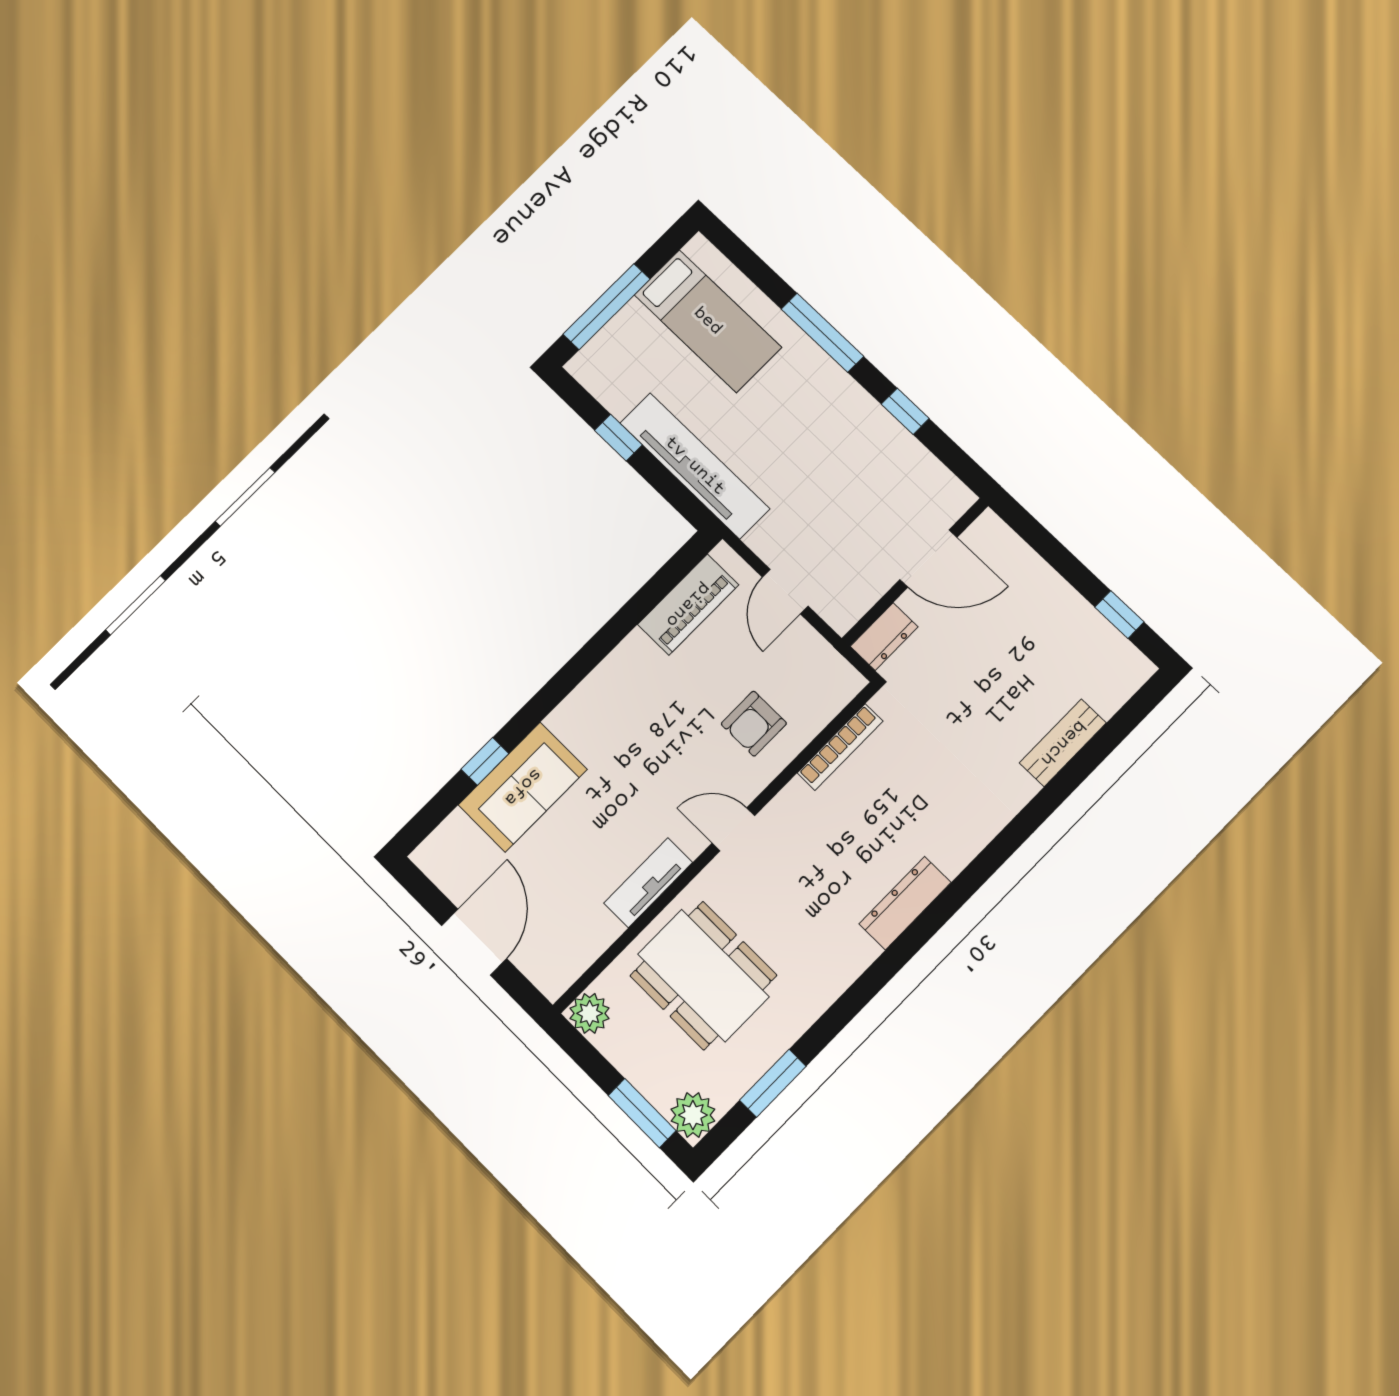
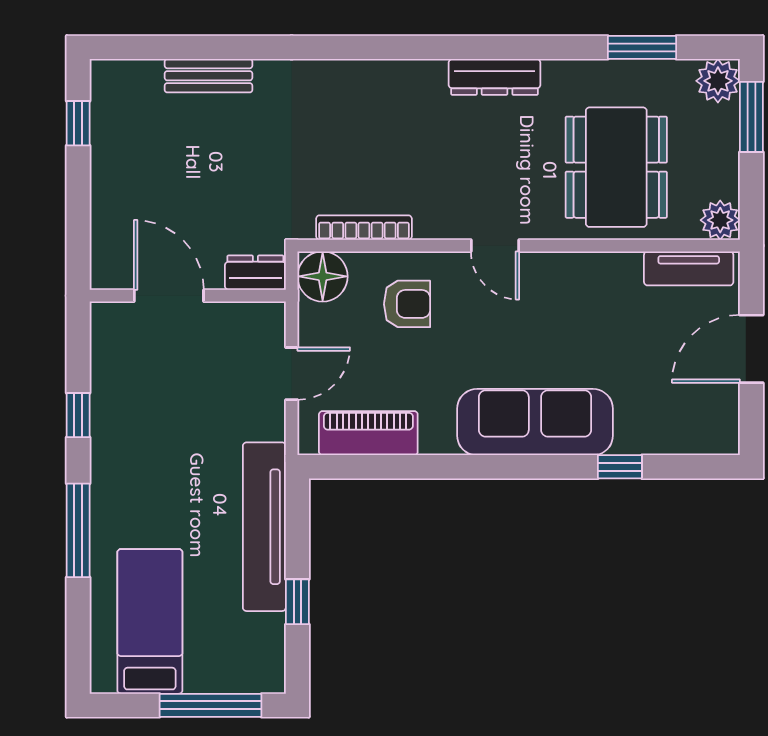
floor lamp: (834, 682) -> (323, 276), added
sofa: (523, 787) -> (535, 422), moved, width x1.36
tv unit: (648, 883) -> (689, 268), moved
dresser: (905, 903) -> (495, 77), moved

